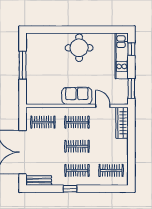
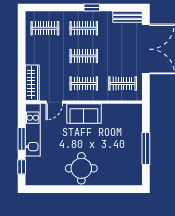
kitchen unit: (122, 56) -> (33, 130), moved
window: (131, 88) -> (22, 139), moved
door: (103, 106) -> (54, 102), hinge flipped

